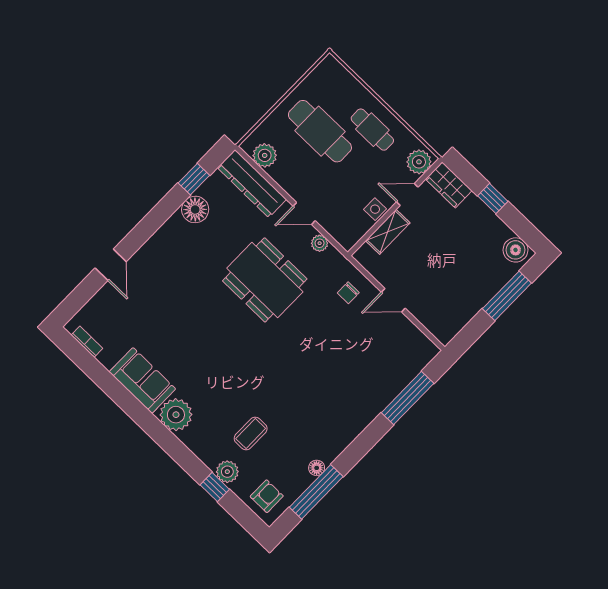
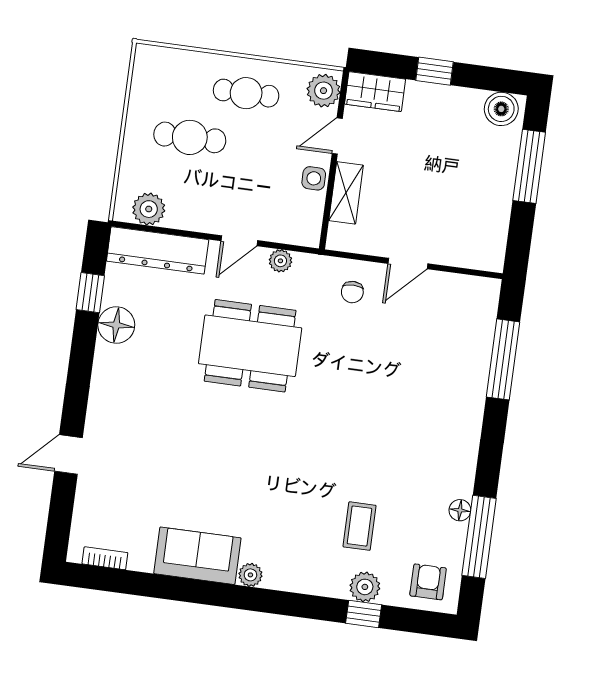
cafe table: (320, 131) -> (190, 137), width x0.73, depth x0.74
door: (111, 265) -> (68, 454), swing flipped
plant: (176, 415) -> (250, 575), width x0.53, depth x0.53

